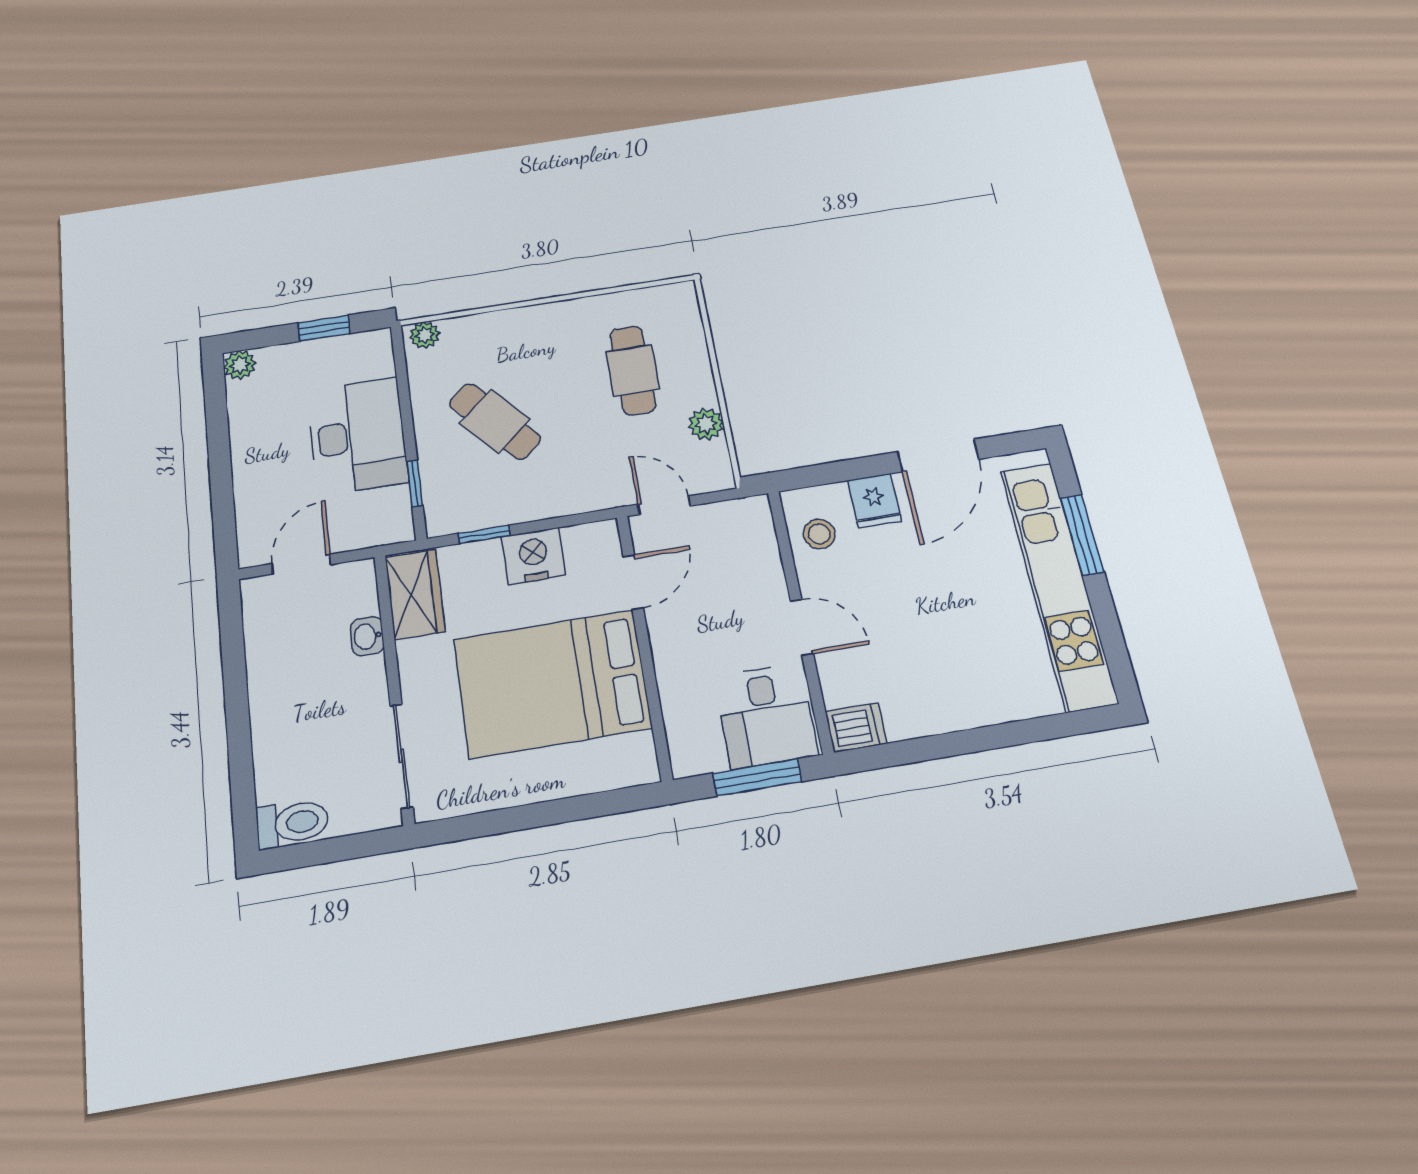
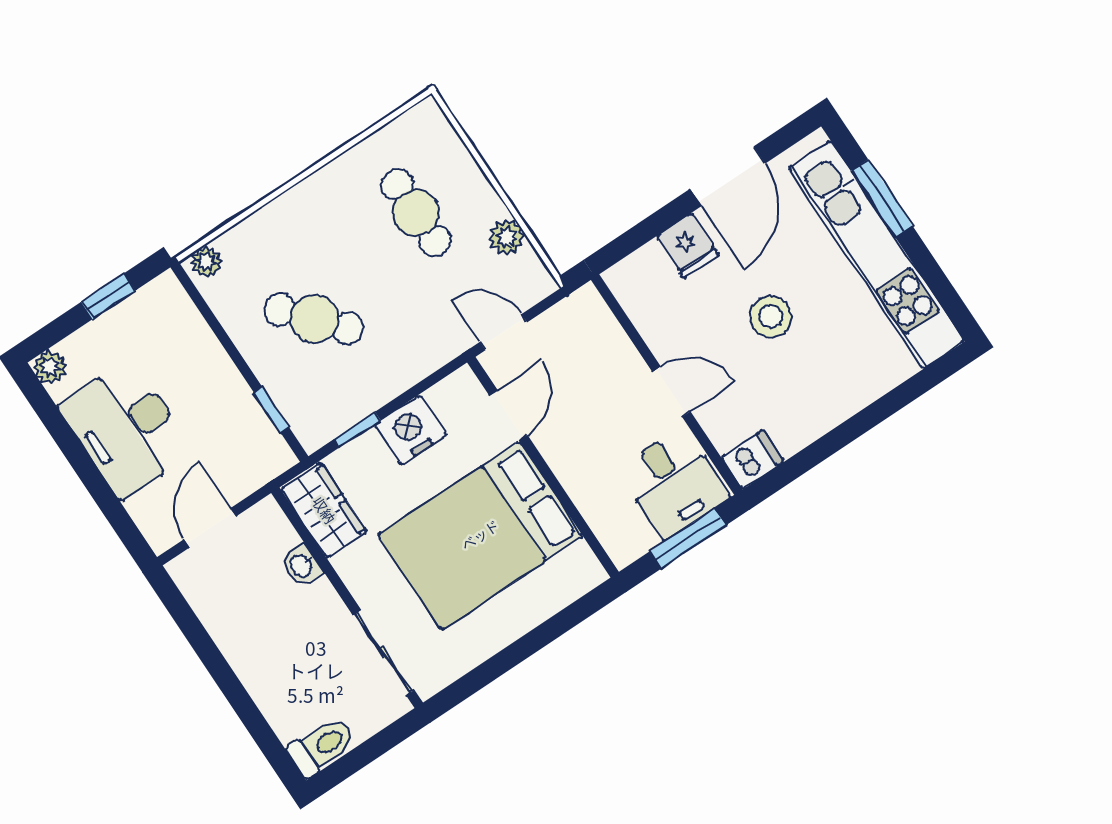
desk: (357, 436) -> (126, 429), moved, turned 180
stool: (819, 534) -> (771, 317), moved, width x1.37, depth x1.37

